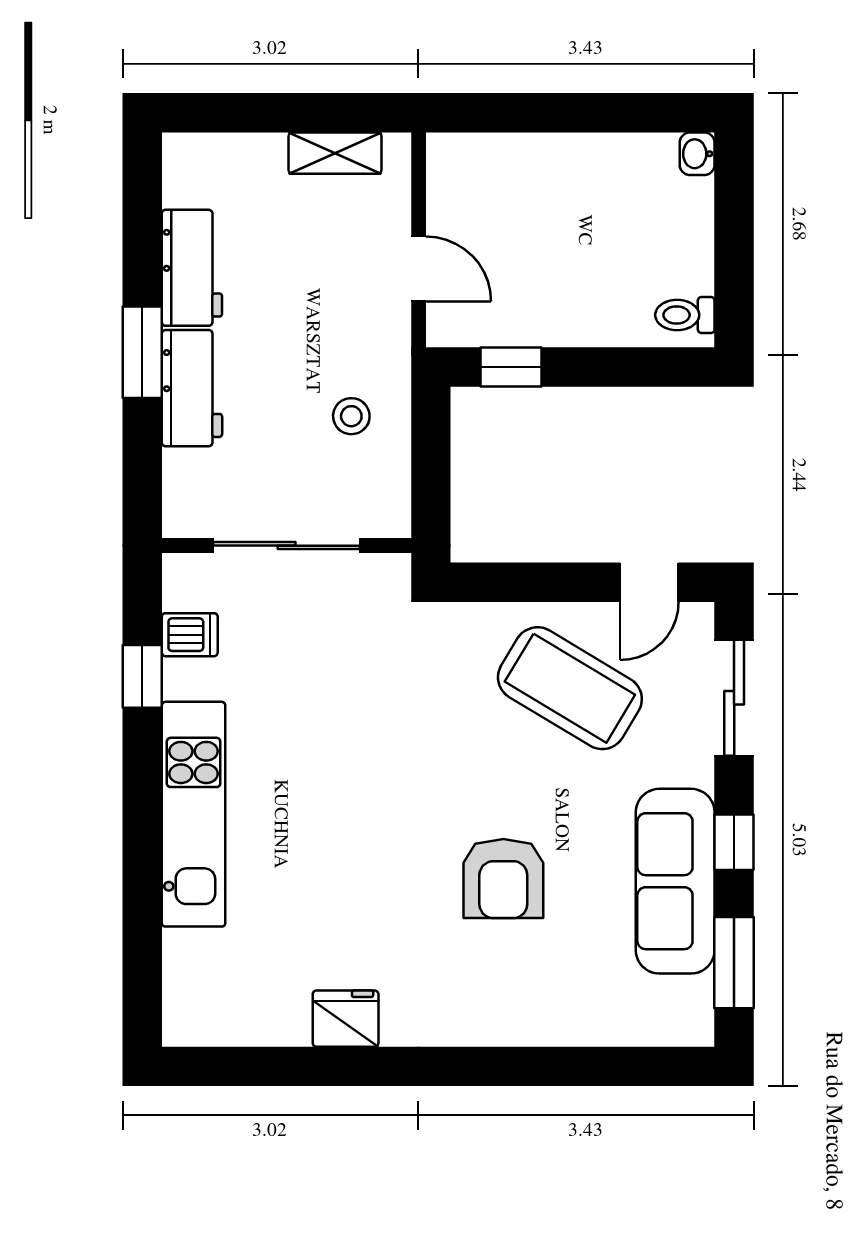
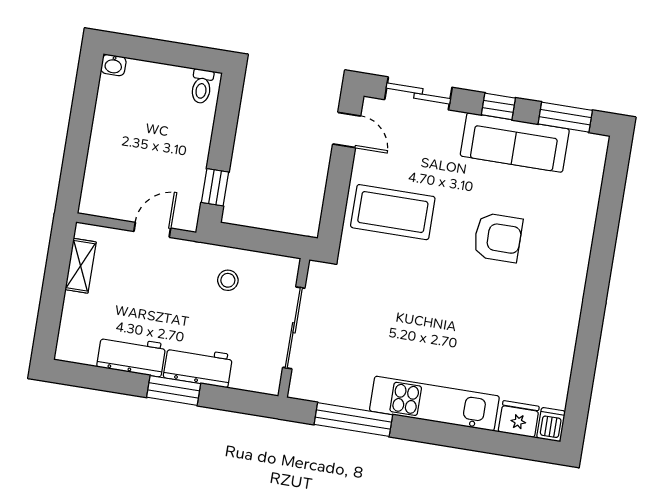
dishwasher: (190, 635) -> (551, 425), moved
window: (142, 676) -> (353, 420), width x2.17
coffee table: (570, 688) -> (393, 212), moved, turned 59
fridge: (346, 1019) -> (519, 419), moved, turned 90

